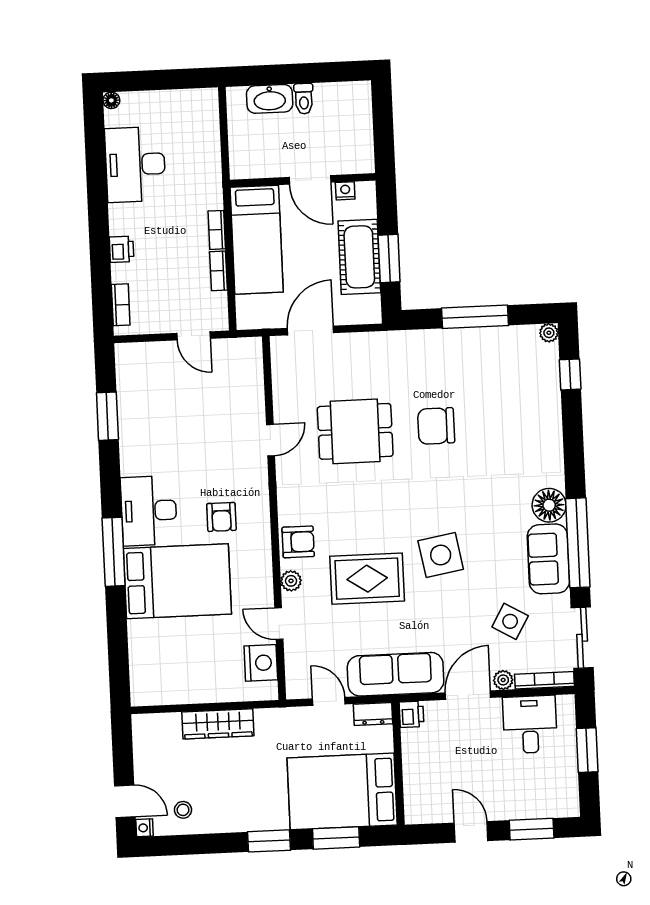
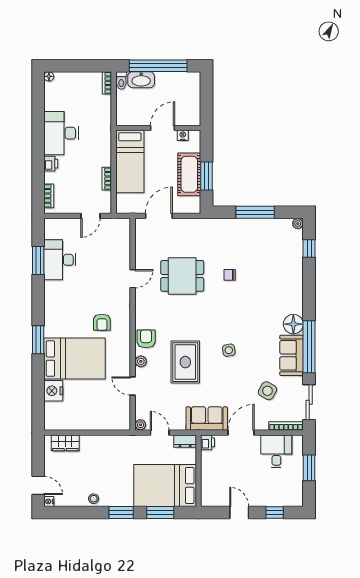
window: (298, 74) -> (158, 66), added
toilet: (304, 99) -> (121, 81), moved
desk: (135, 164) -> (61, 133), moved
door: (310, 180) -> (163, 128), swing flipped
bookcase: (217, 230) -> (107, 83), moved
door: (193, 336) -> (90, 216), hinge flipped
chair: (436, 426) -> (230, 275), width x0.54, depth x0.54
desk: (149, 511) -> (60, 260), moved
armchair: (298, 542) -> (146, 339), turned -90
window: (114, 552) -> (38, 340), width x0.69
side table: (441, 555) -> (229, 350), width x0.54, depth x0.54
rug: (367, 579) -> (185, 362), turned 90
nightstand: (261, 663) -> (53, 391), moved, turned 180
sofa: (396, 674) -> (207, 419), width x0.73
plant: (503, 680) -> (140, 425), moved
wardrobe: (218, 724) -> (65, 443), moved, width x0.67
stool: (183, 810) -> (94, 499), moved
window: (532, 829) -> (275, 512), width x0.67

